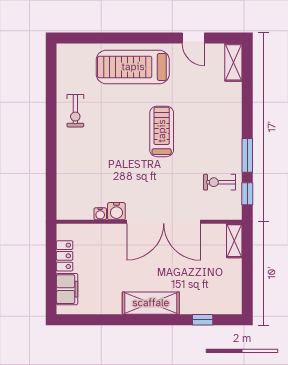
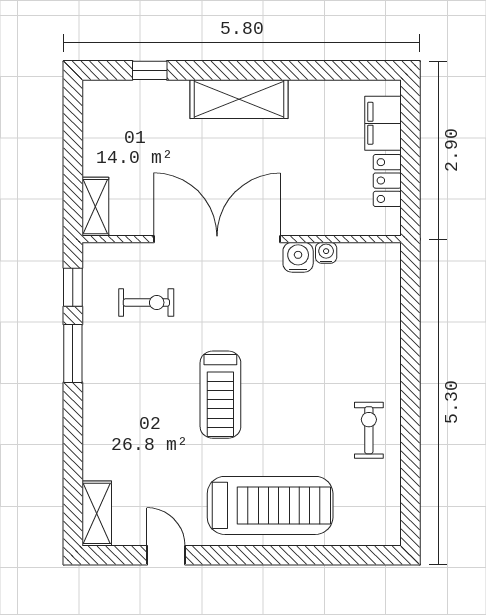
exercise bike: (220, 182) -> (146, 303), moved

